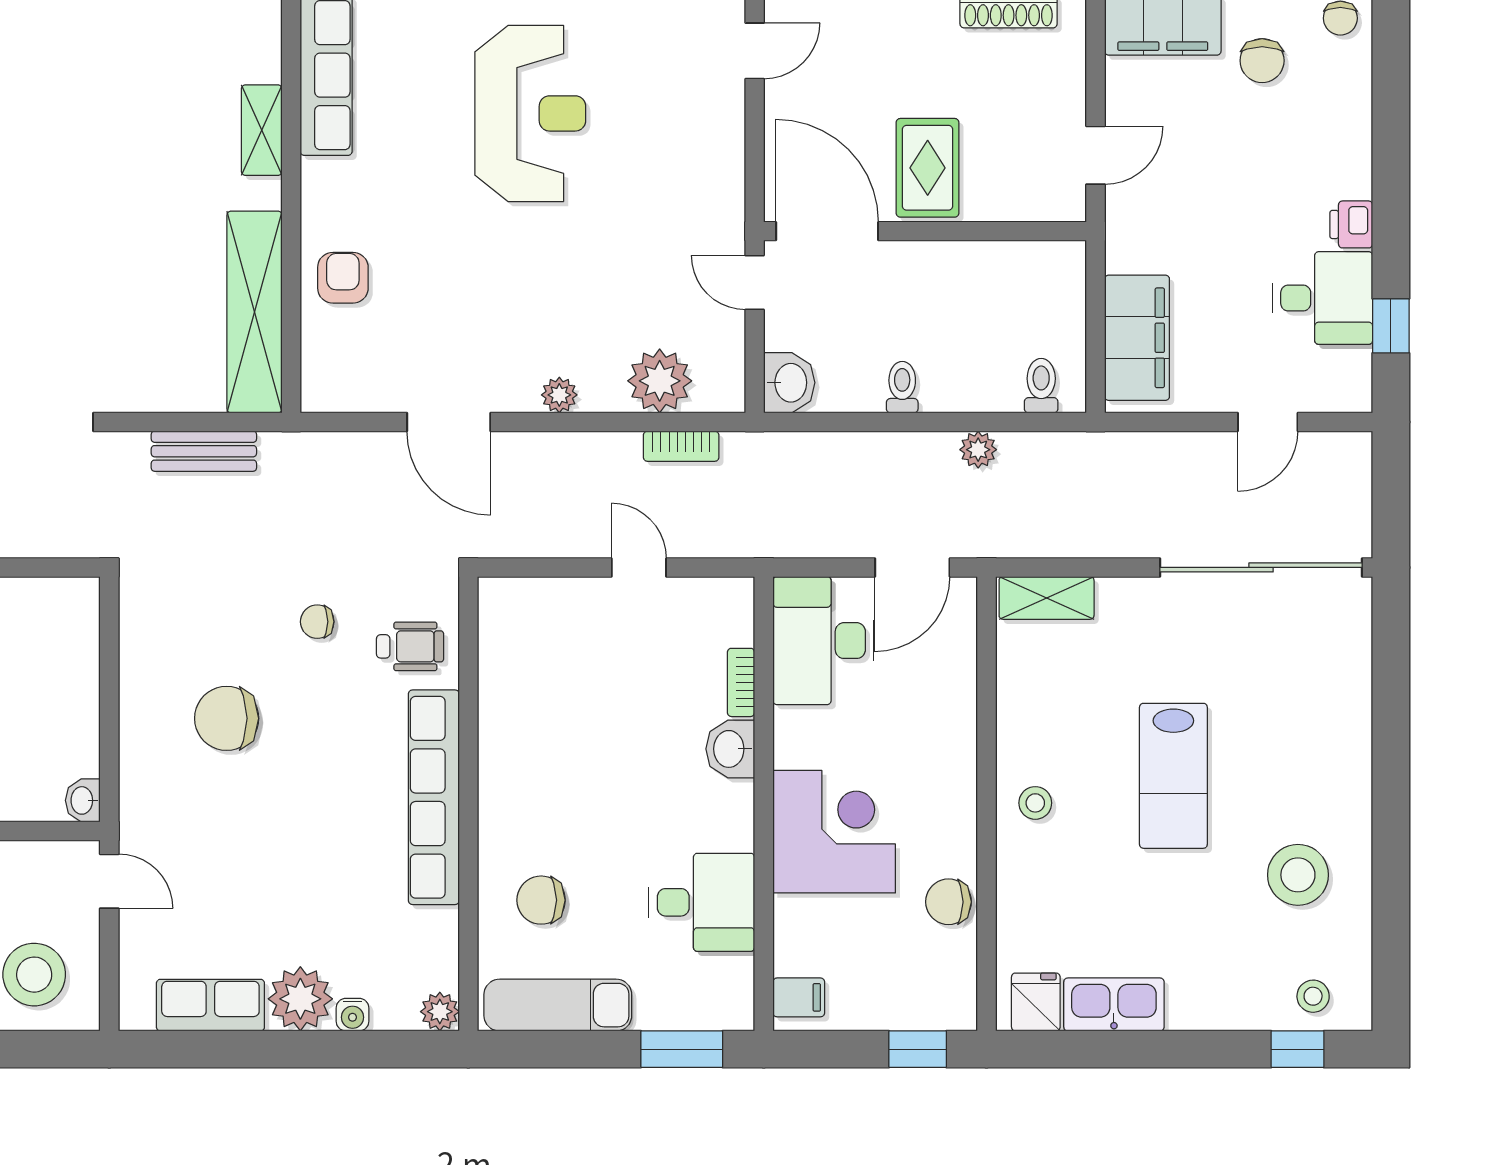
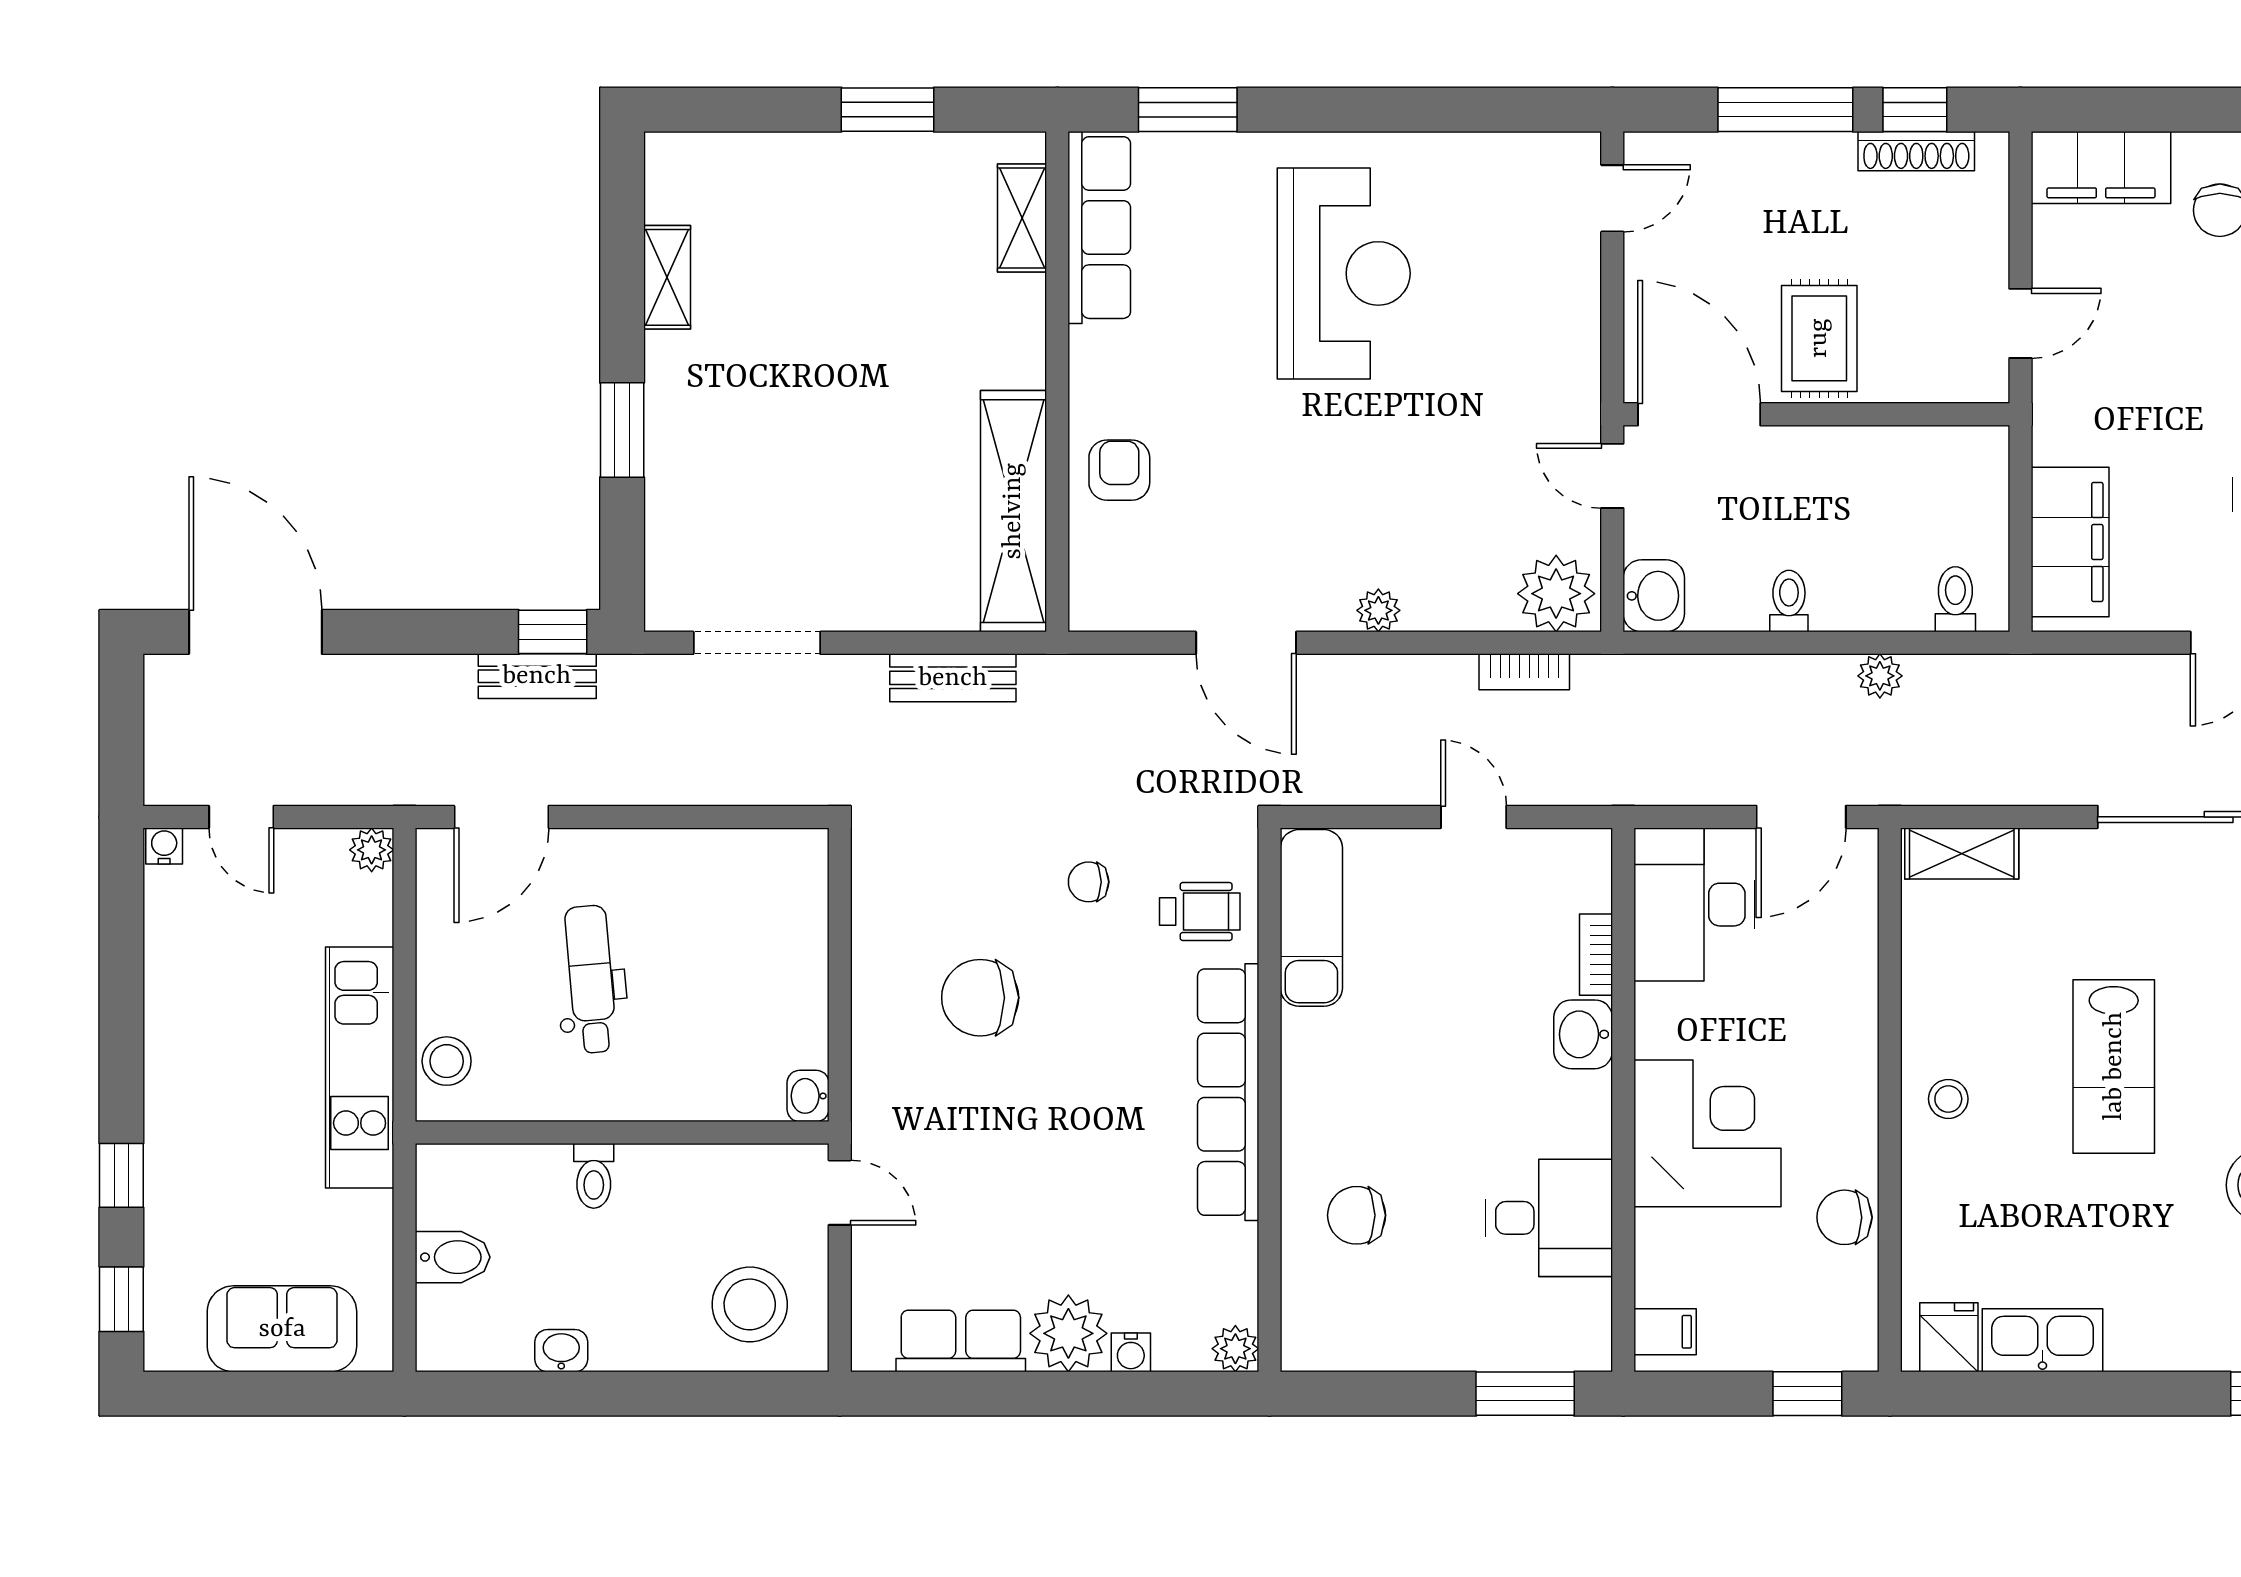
shelving: (262, 130) -> (1022, 218), moved
plant: (660, 381) -> (1556, 594), moved
exam couch: (558, 1005) -> (1311, 918), moved, turned 90

